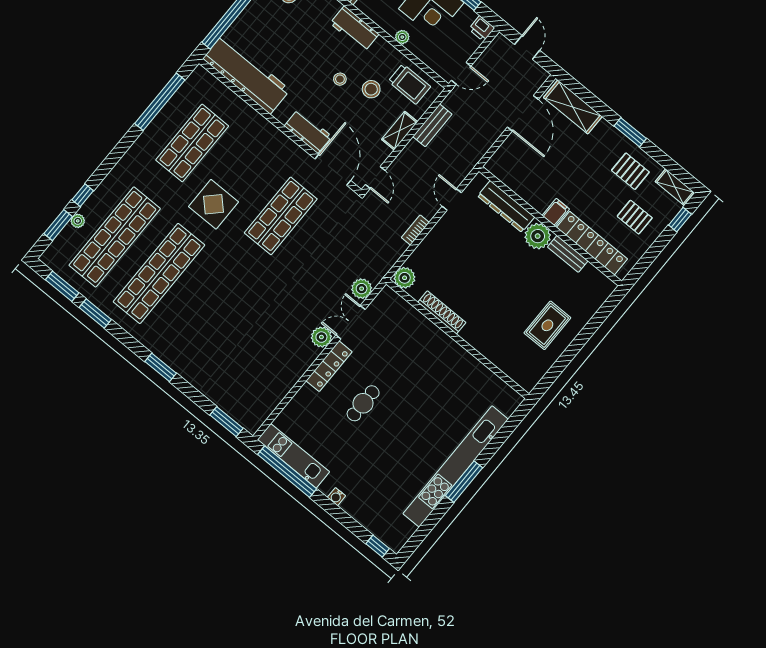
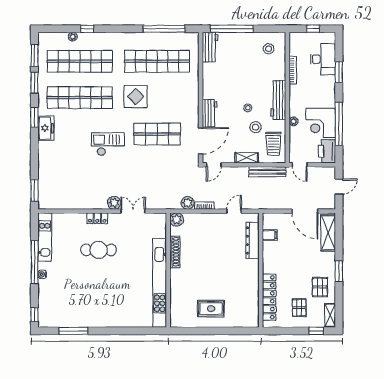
workbench: (354, 29) -> (278, 100), width x1.38
printer: (482, 29) -> (327, 151), width x1.87, depth x1.48
workbench: (246, 74) -> (210, 47), width x0.53, depth x0.76
door: (523, 113) -> (305, 211), hinge flipped
bench: (432, 125) -> (267, 172), width x1.36
shop shelf: (192, 143) -> (157, 61), width x1.40
filing cabinet: (556, 212) -> (270, 235), moved
window: (58, 225) -> (63, 29), removed
plant: (538, 236) -> (251, 268), removed
bench: (568, 254) -> (254, 290), removed
checkout: (244, 286) -> (108, 144), added
plant: (362, 289) -> (188, 203), moved
freezer: (162, 345) -> (46, 128), added
locker: (329, 366) -> (97, 218), width x0.66
window: (161, 367) -> (34, 117), moved
cafe table: (363, 403) -> (99, 250), width x1.37, depth x1.35
kitchen unit: (456, 466) -> (160, 283), moved, turned -90
window: (287, 472) -> (34, 262), moved
window: (464, 482) -> (74, 331), moved

